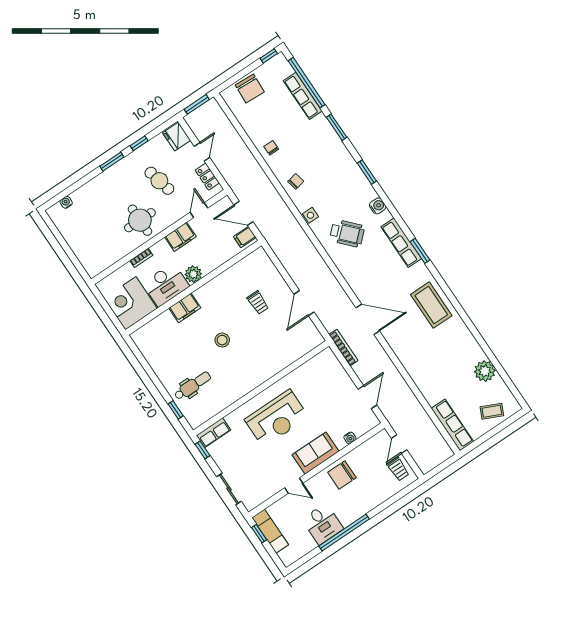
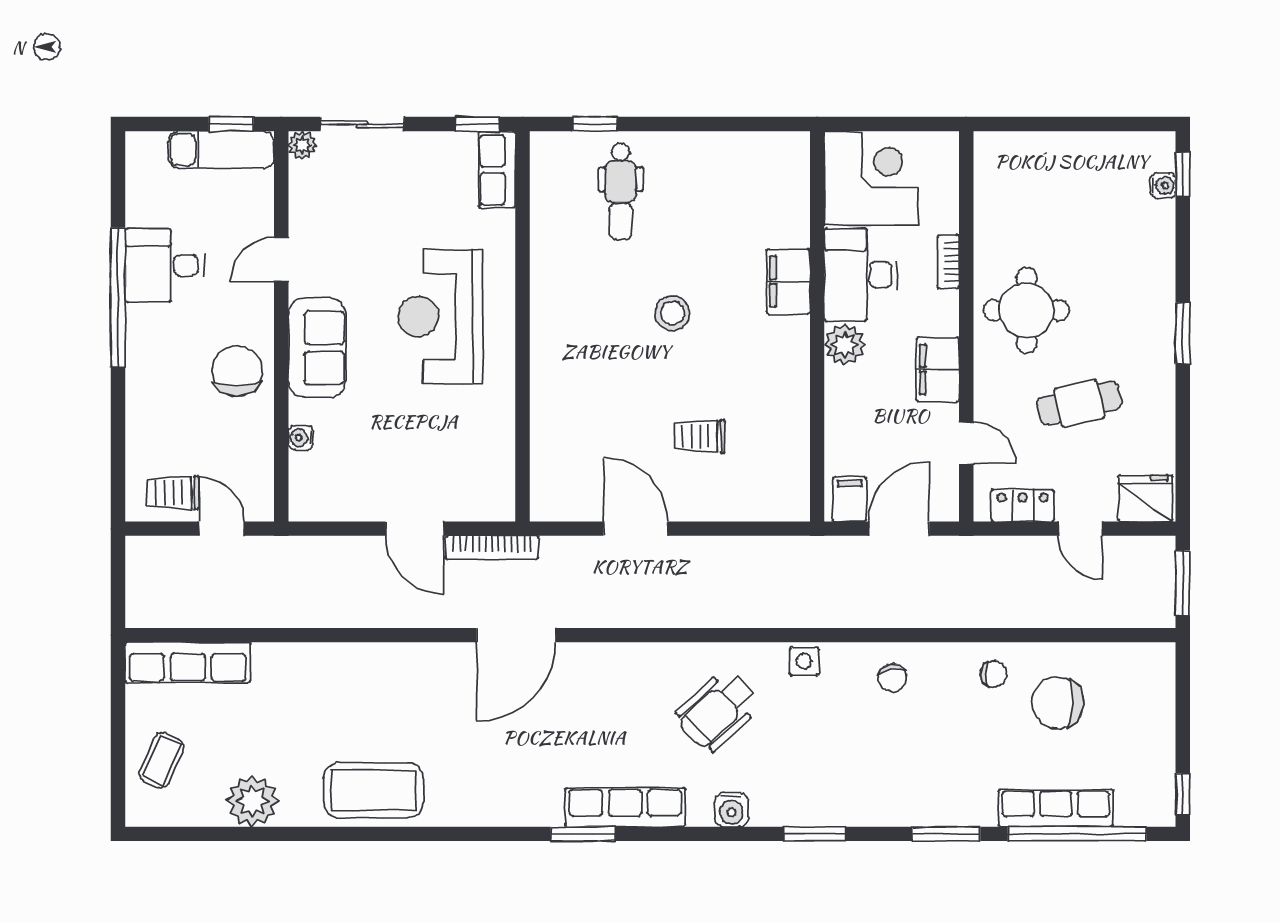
chair: (250, 89) -> (1058, 703), moved
window: (139, 143) -> (1183, 174), moved
coffee table: (431, 305) -> (373, 790), moved
door: (367, 397) -> (415, 529), moved
plant: (250, 505) -> (302, 145), added

